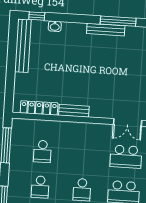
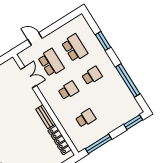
school desk: (40, 187) -> (68, 90), moved

